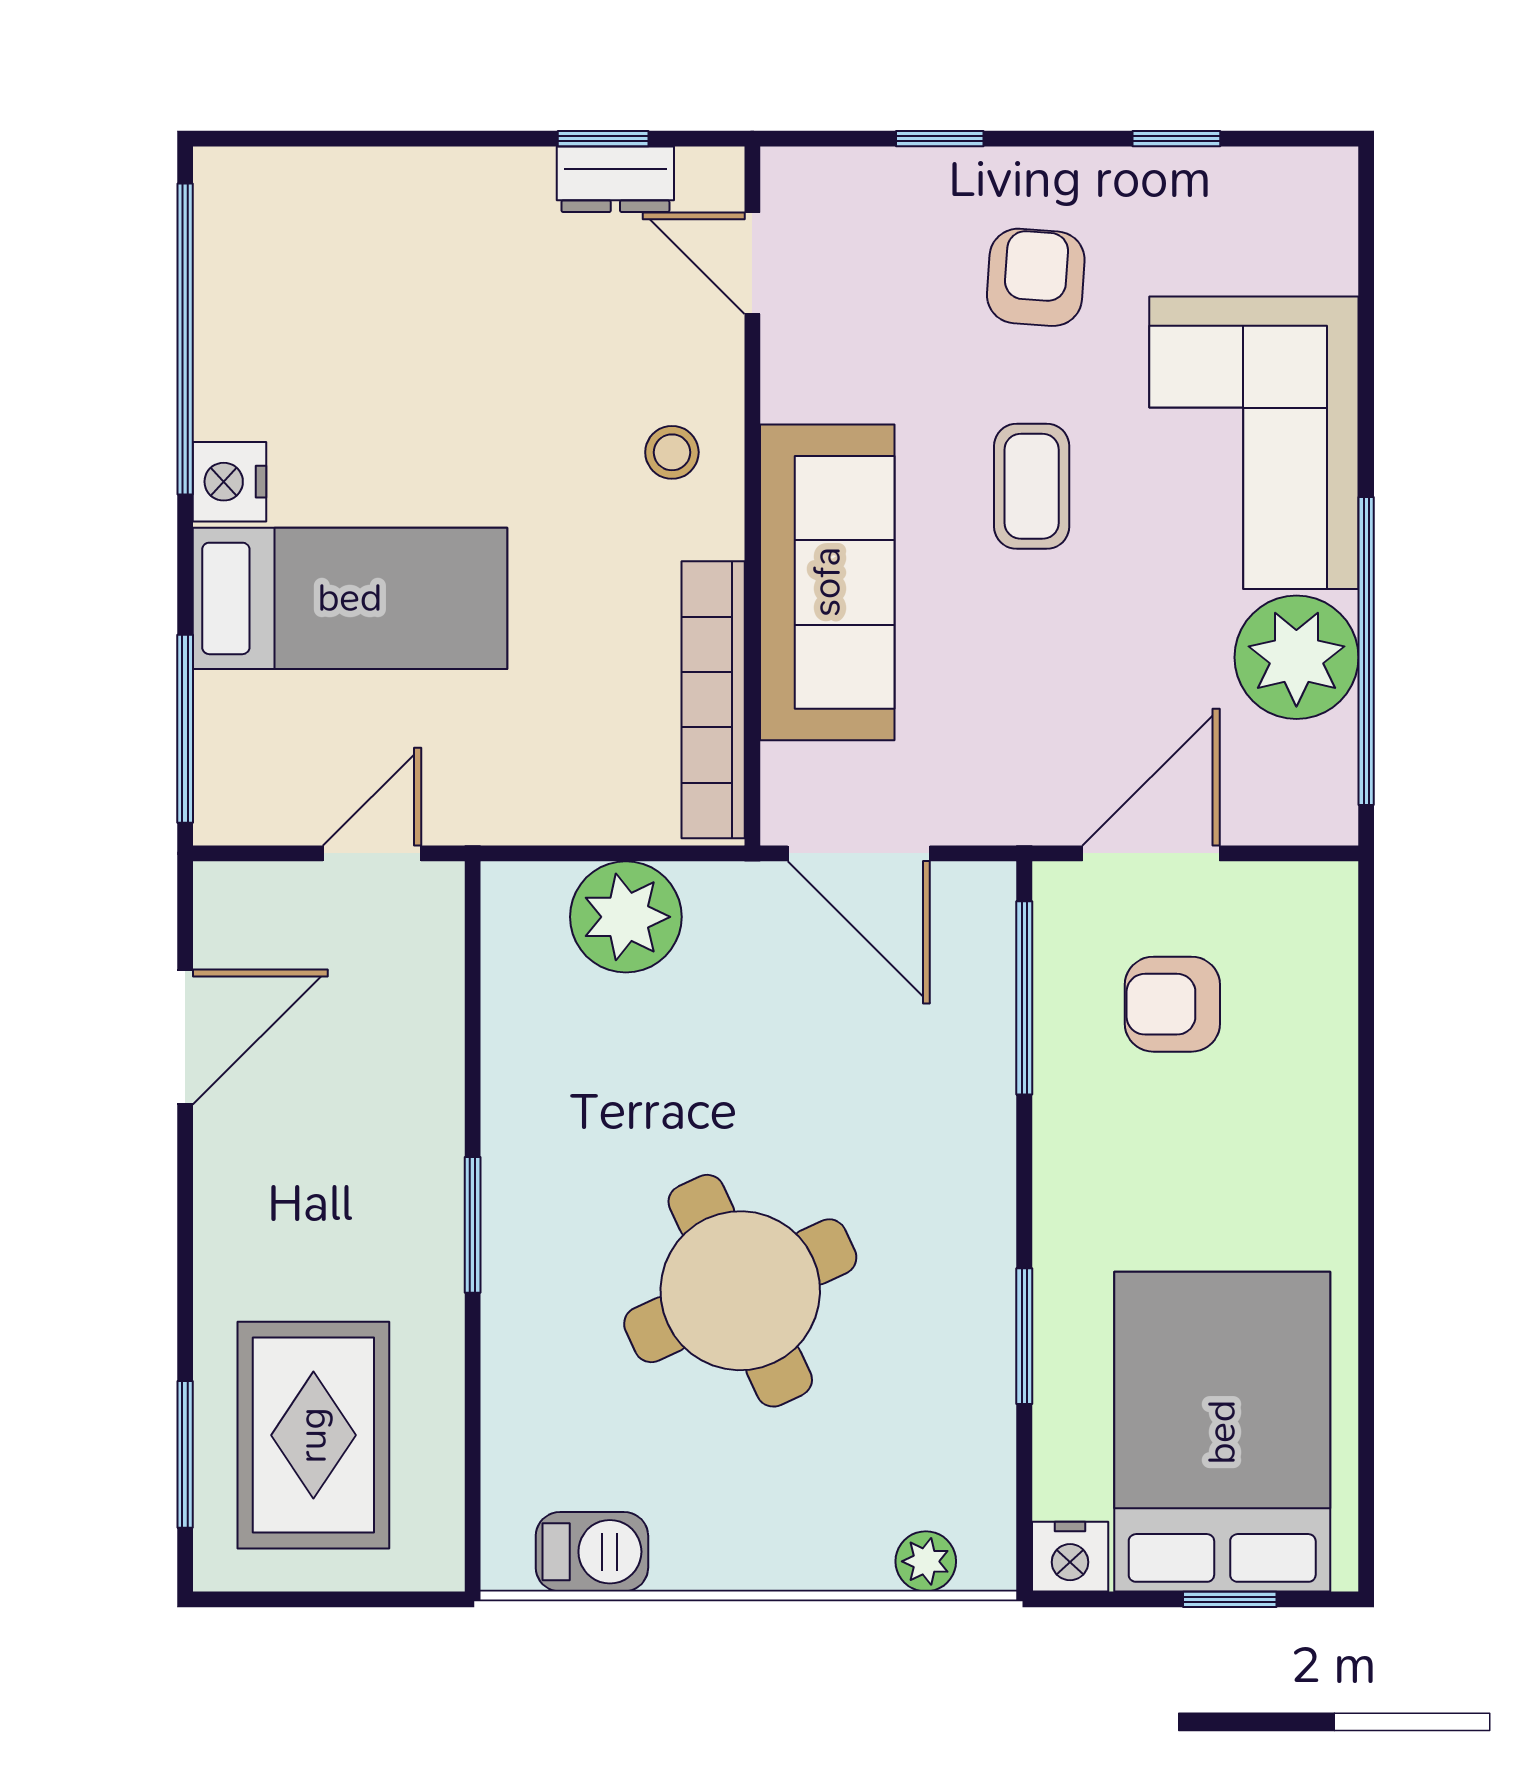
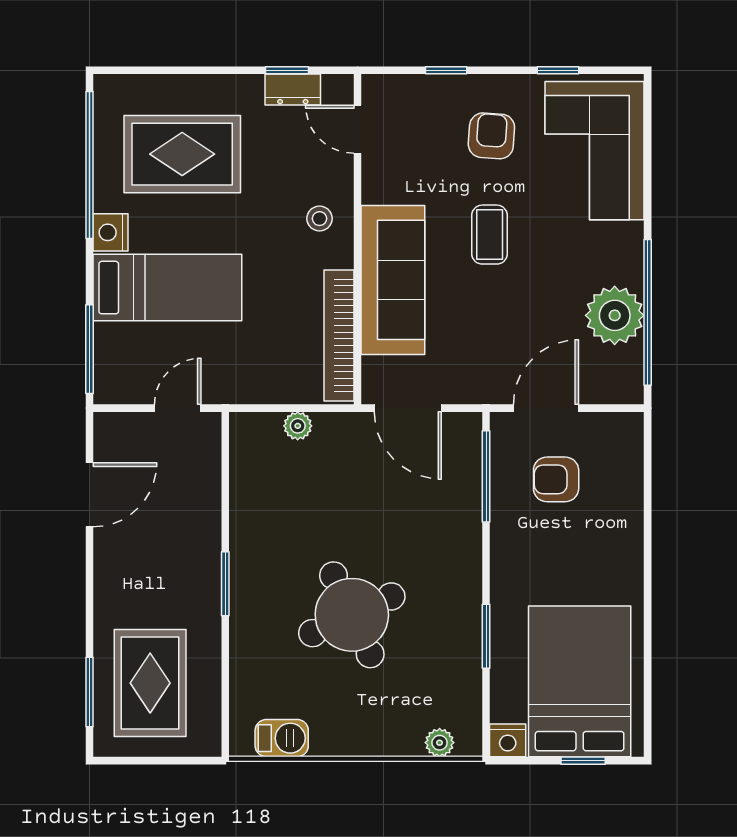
rug: (381, 316) -> (182, 154), added
corner sofa: (1254, 443) -> (595, 151), moved
plant: (626, 917) -> (298, 426), width x0.53, depth x0.53

